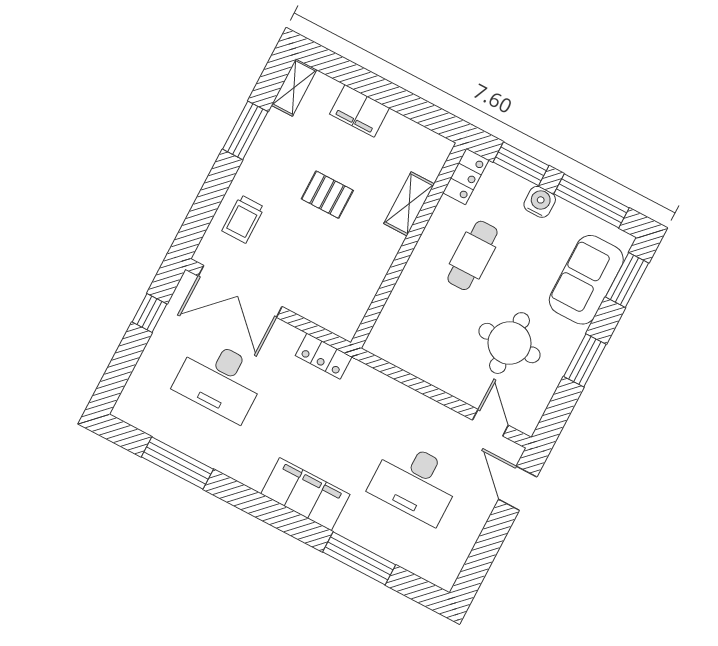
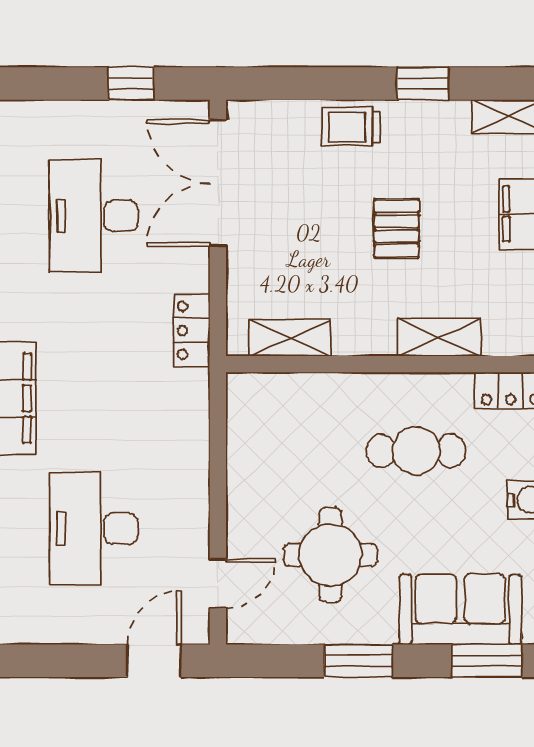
window: (245, 130) -> (423, 83), width x0.67
trolley: (243, 219) -> (351, 127), moved
shelving: (360, 297) -> (290, 338), added

